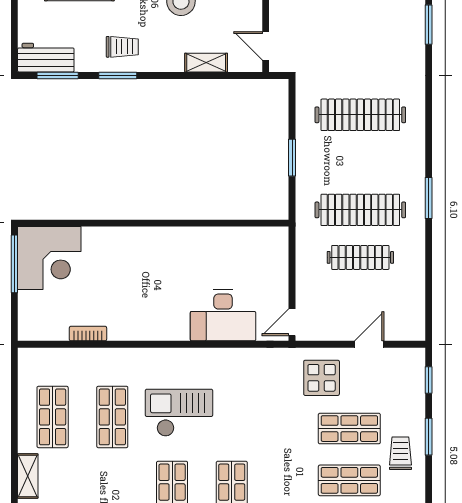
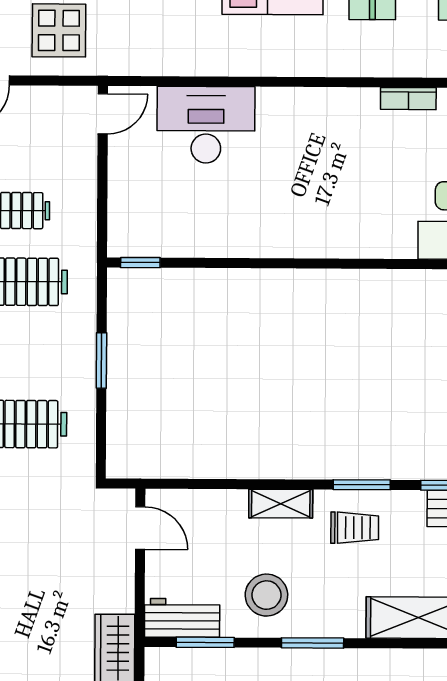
trolley: (122, 47) -> (355, 528), turned 180
shelving: (206, 63) -> (281, 504), moved
window: (266, 223) -> (140, 263), added

